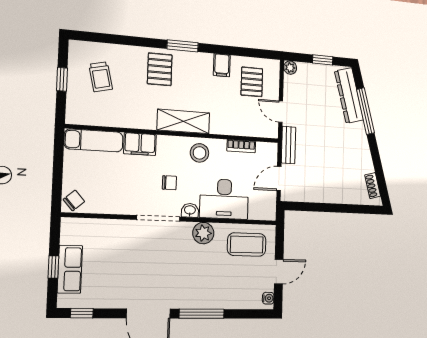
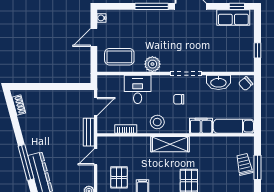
trolley: (101, 77) -> (244, 164), moved
window: (62, 79) -> (257, 167), width x1.50
door: (281, 112) -> (96, 157), swing flipped
desk: (224, 199) -> (138, 89), width x0.73
washbasin: (190, 210) -> (218, 82), moved, width x1.91, depth x1.45
window: (53, 267) -> (257, 50), moved
row of seats: (70, 269) -> (233, 18), moved, turned -90

